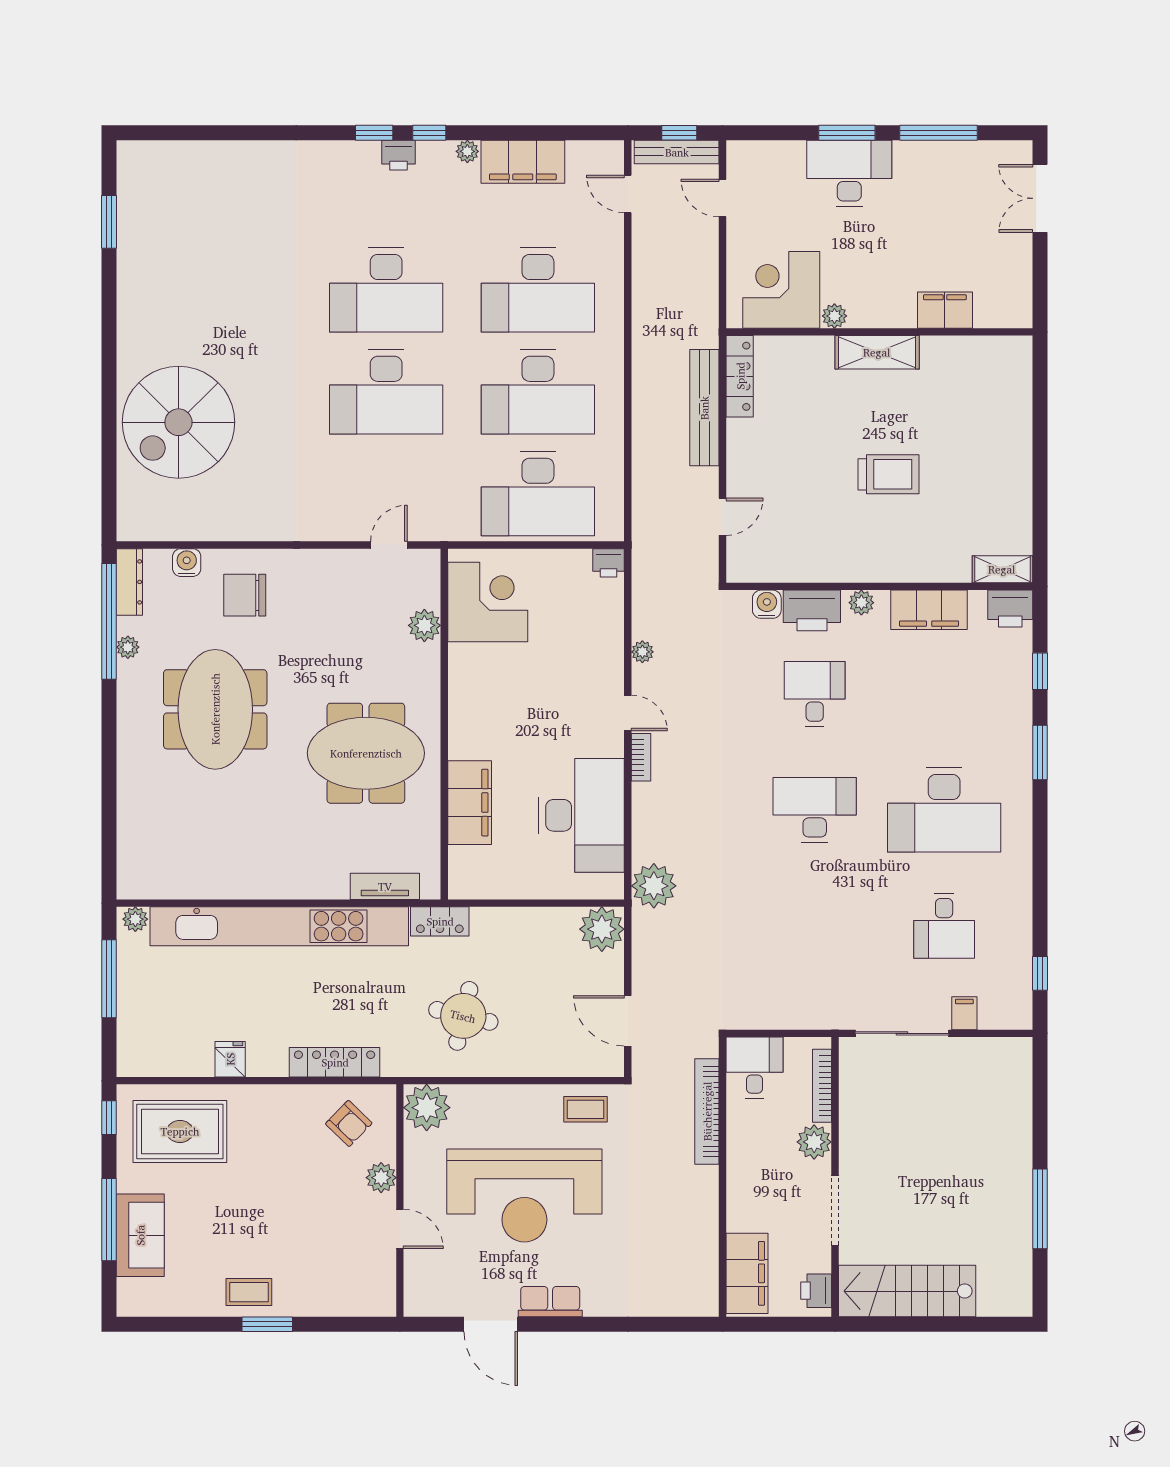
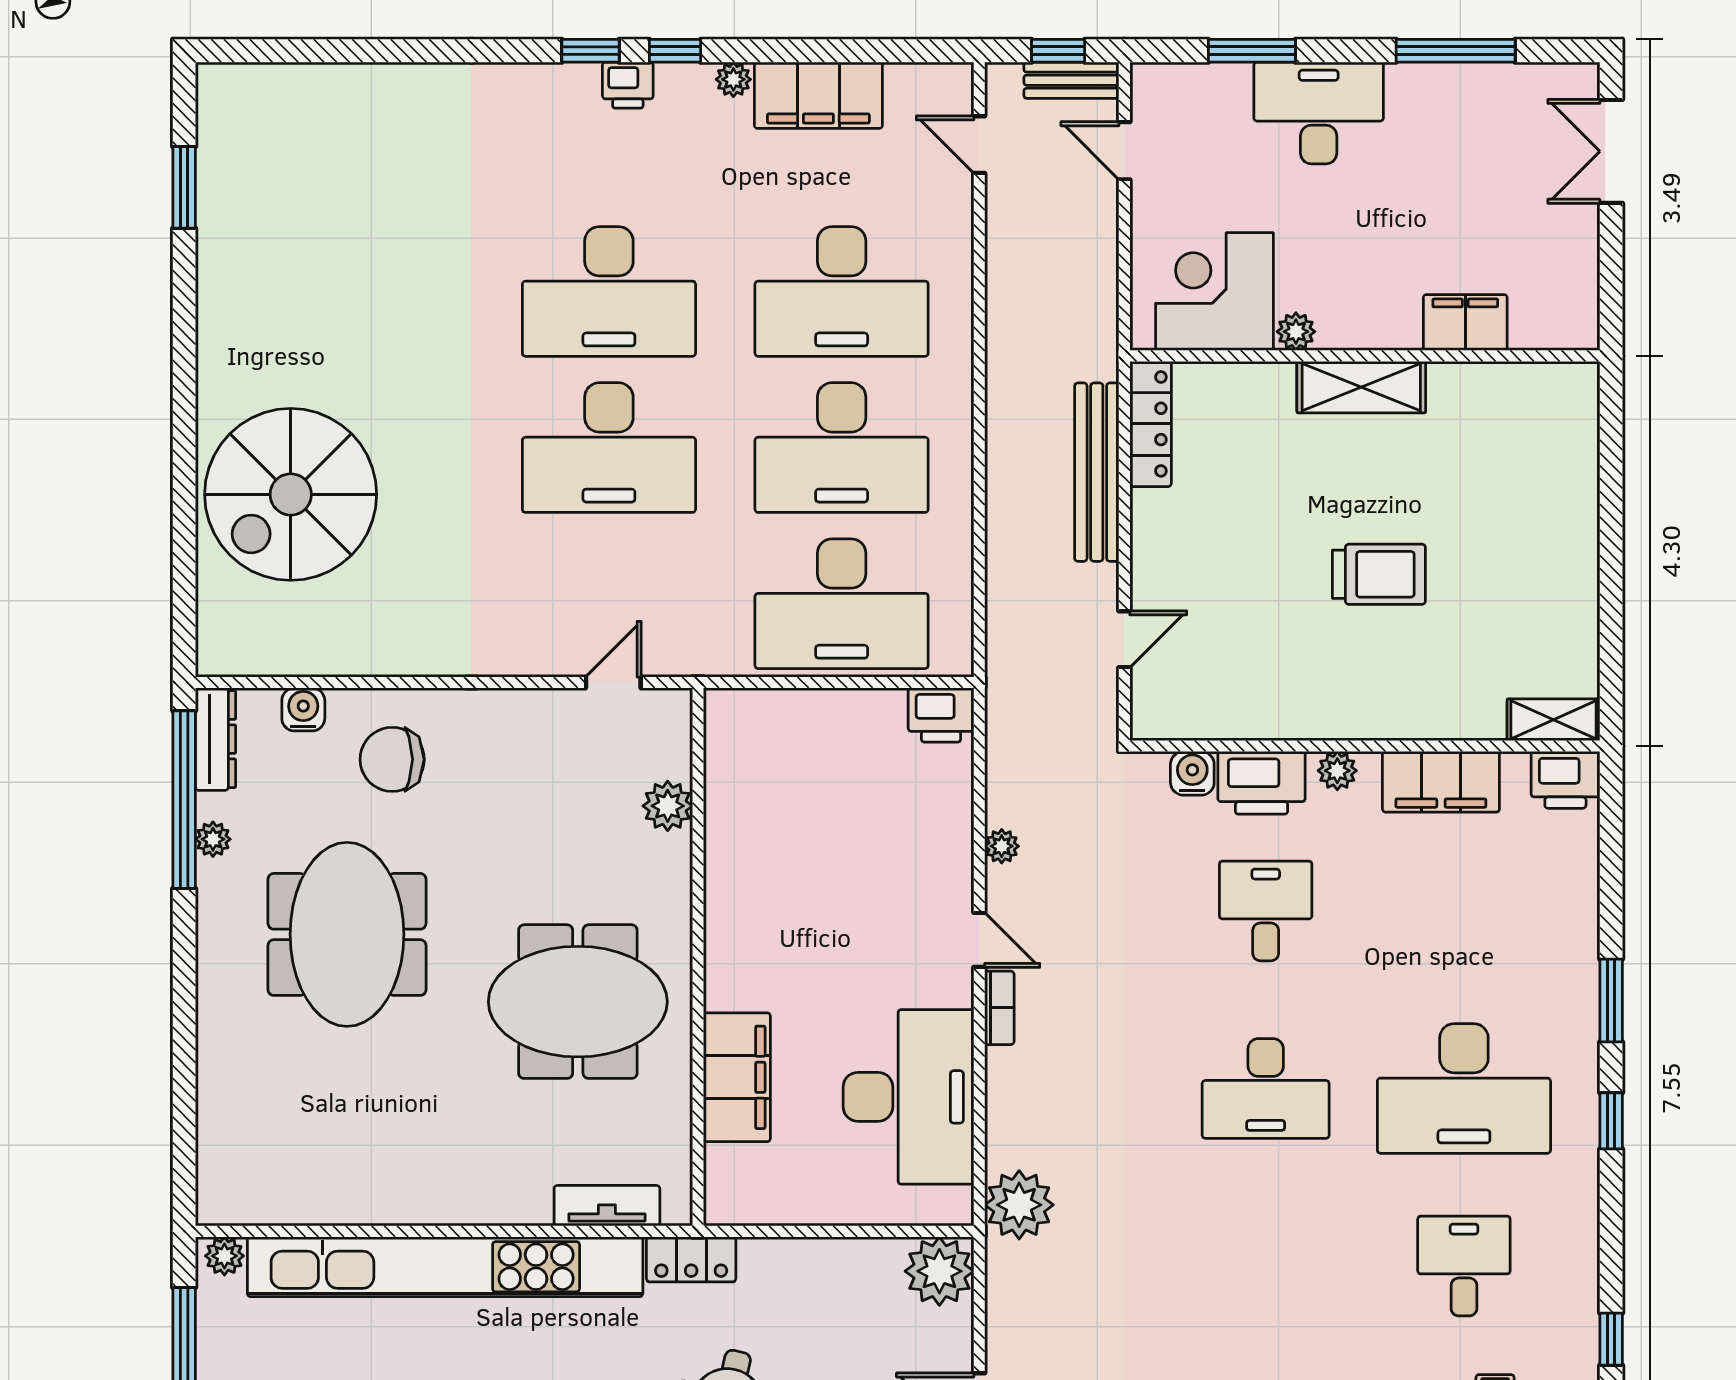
window: (847, 133) -> (1252, 51), moved
bench: (677, 152) -> (1071, 80), width x0.73
printer: (609, 563) -> (941, 715), width x1.36, depth x1.24
corner desk: (488, 602) -> (765, 770), removed
window: (1040, 671) -> (1611, 1121), moved
desk: (815, 810) -> (1266, 1088), turned 180
desk: (944, 926) -> (1464, 1266), turned 180

